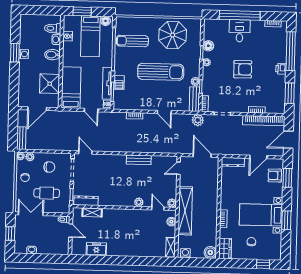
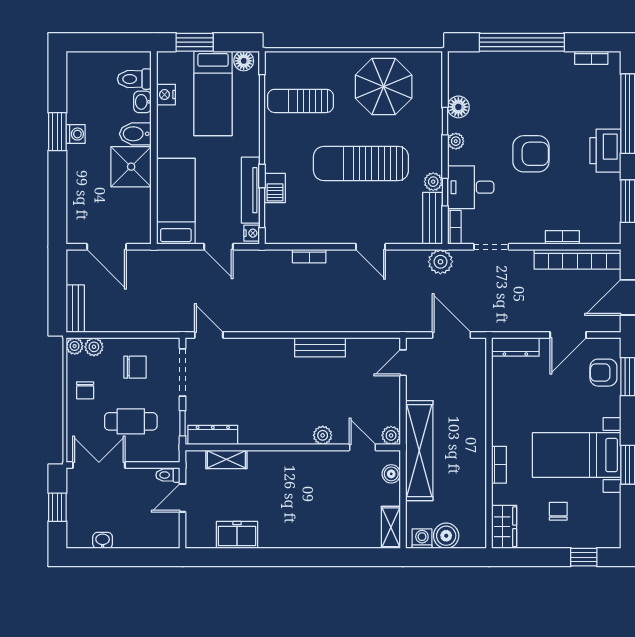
desk: (240, 31) -> (471, 187), moved, turned -90
printer: (281, 69) -> (605, 151), width x1.87, depth x1.48
sun lounger: (161, 72) -> (361, 164), turned 180
shower: (50, 84) -> (131, 167), moved
door: (37, 109) -> (107, 247), hinge flipped
door: (71, 231) -> (183, 498), swing flipped
boiler: (210, 252) -> (446, 536), moved

